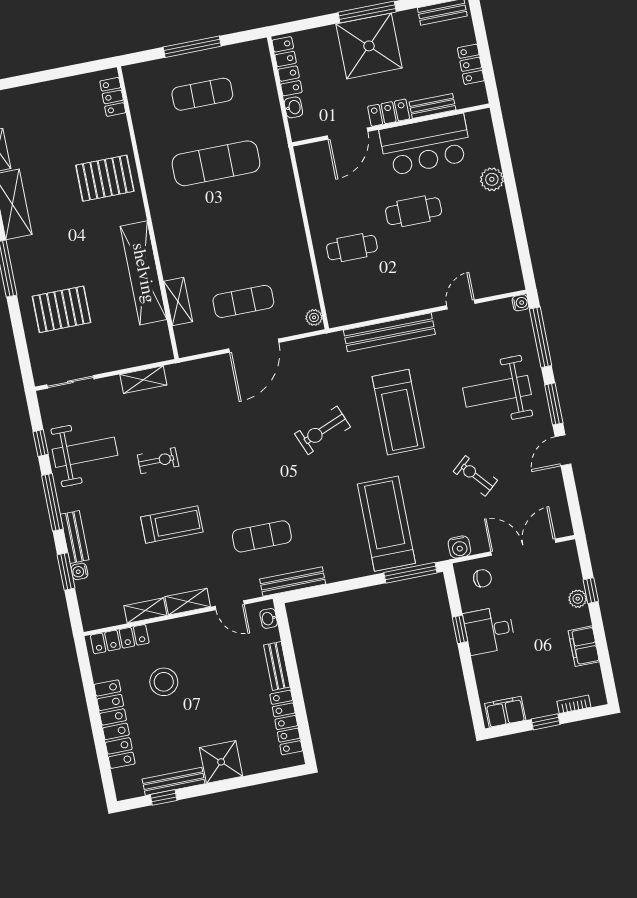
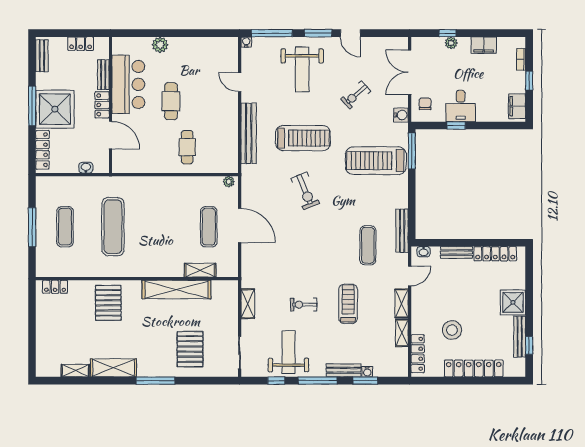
locker: (287, 66) -> (42, 150), moved, turned 90
exercise bike: (158, 461) -> (304, 305), turned -90

